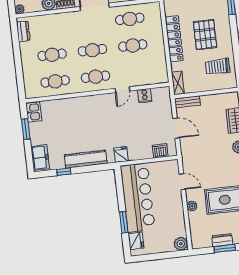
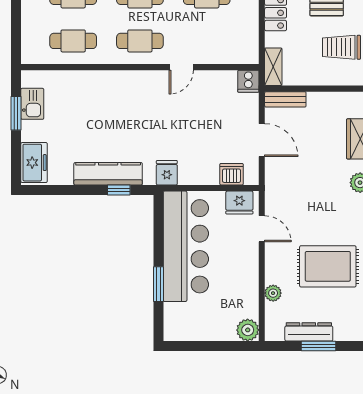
cooker: (145, 96) -> (248, 81), moved
kitchen sink: (34, 112) -> (32, 104), moved
window: (64, 172) -> (119, 190), moved
plant: (192, 206) -> (273, 293), moved
dresser: (222, 240) -> (309, 332), width x1.44
fridge: (136, 241) -> (239, 203), moved, turned 90

